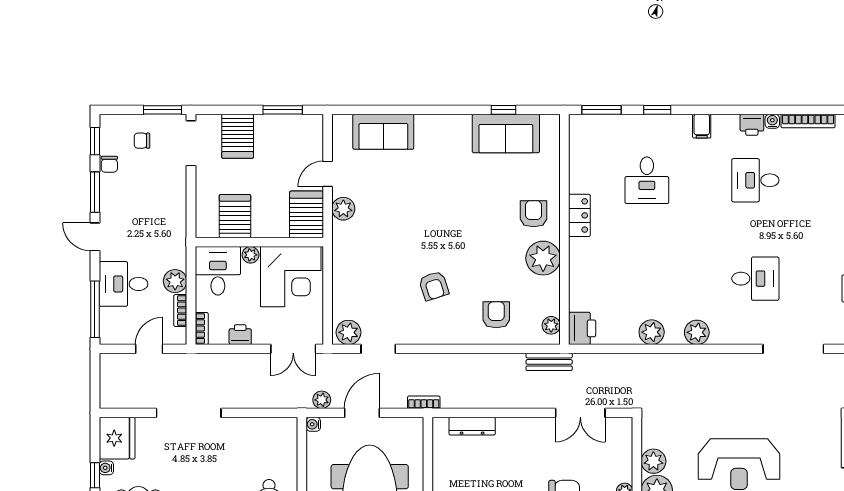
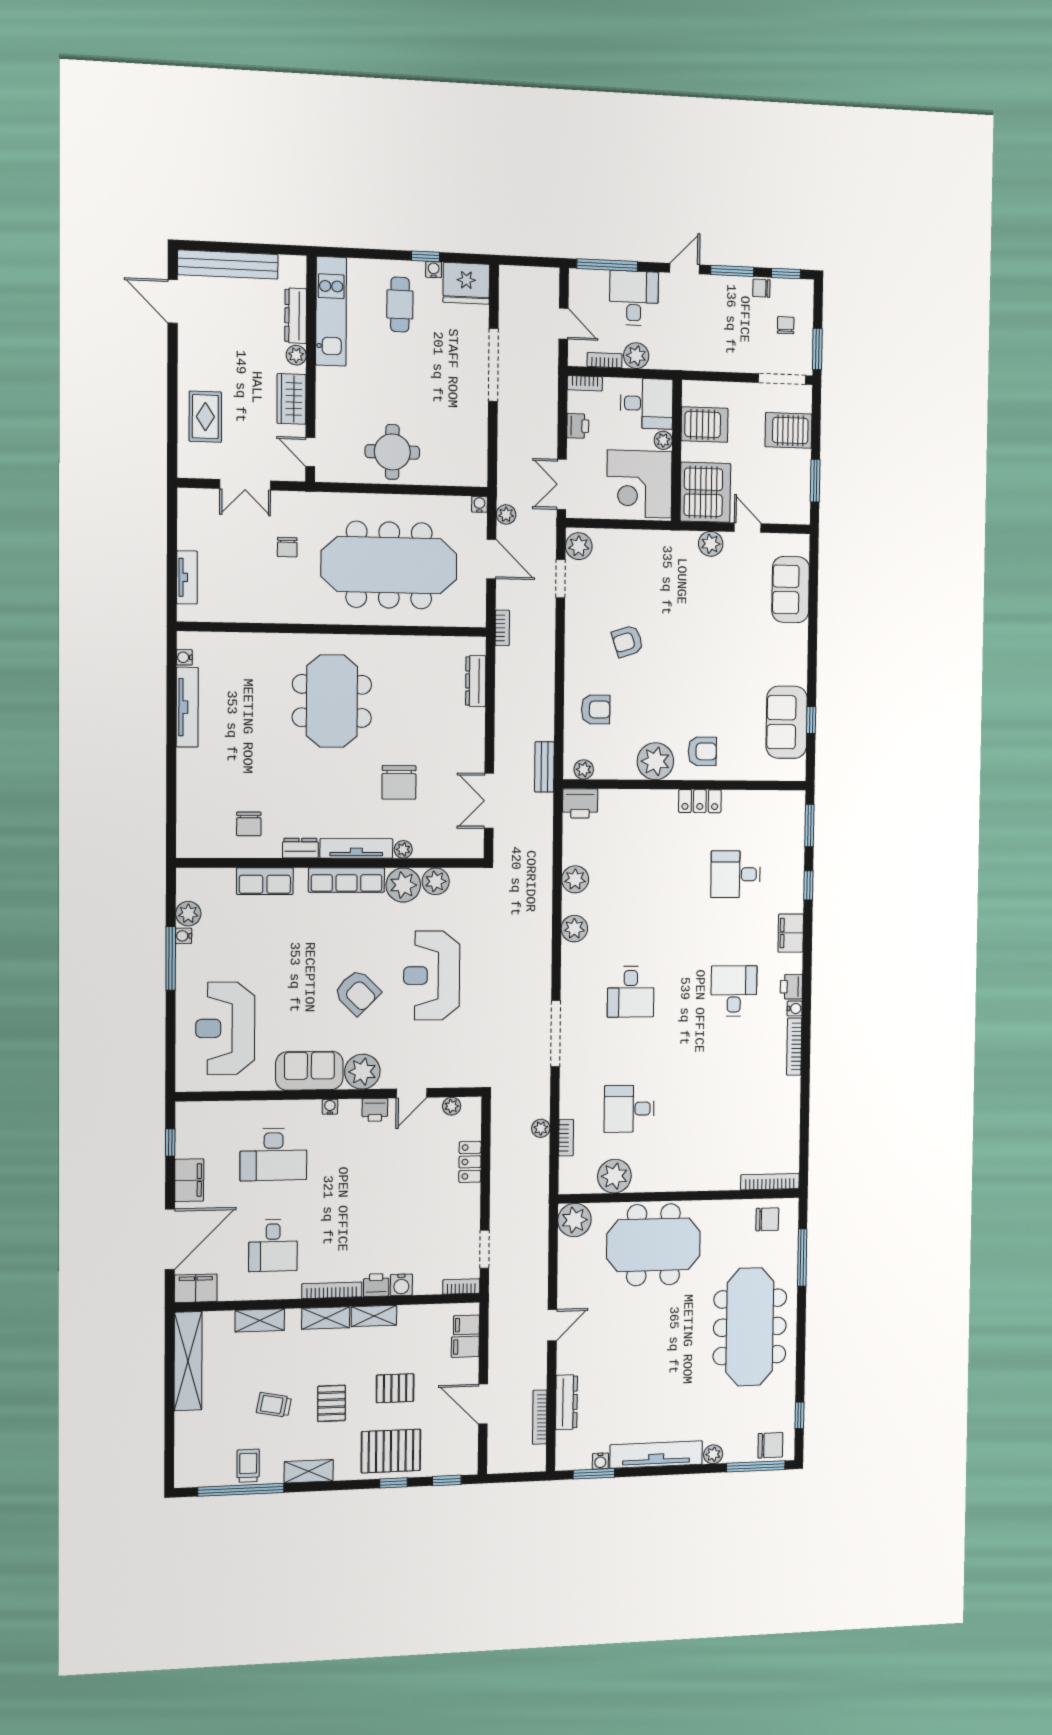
filing cabinet: (702, 126) -> (791, 933), width x2.00
server rack: (307, 214) -> (705, 492), width x1.60

